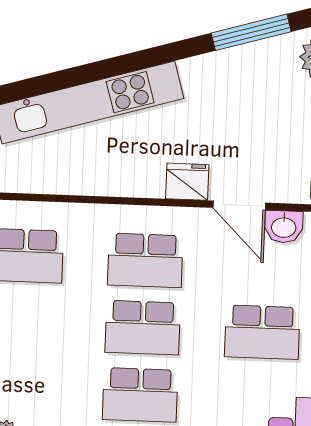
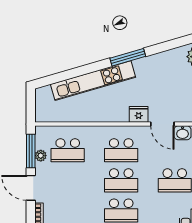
window: (251, 32) -> (128, 57), moved

